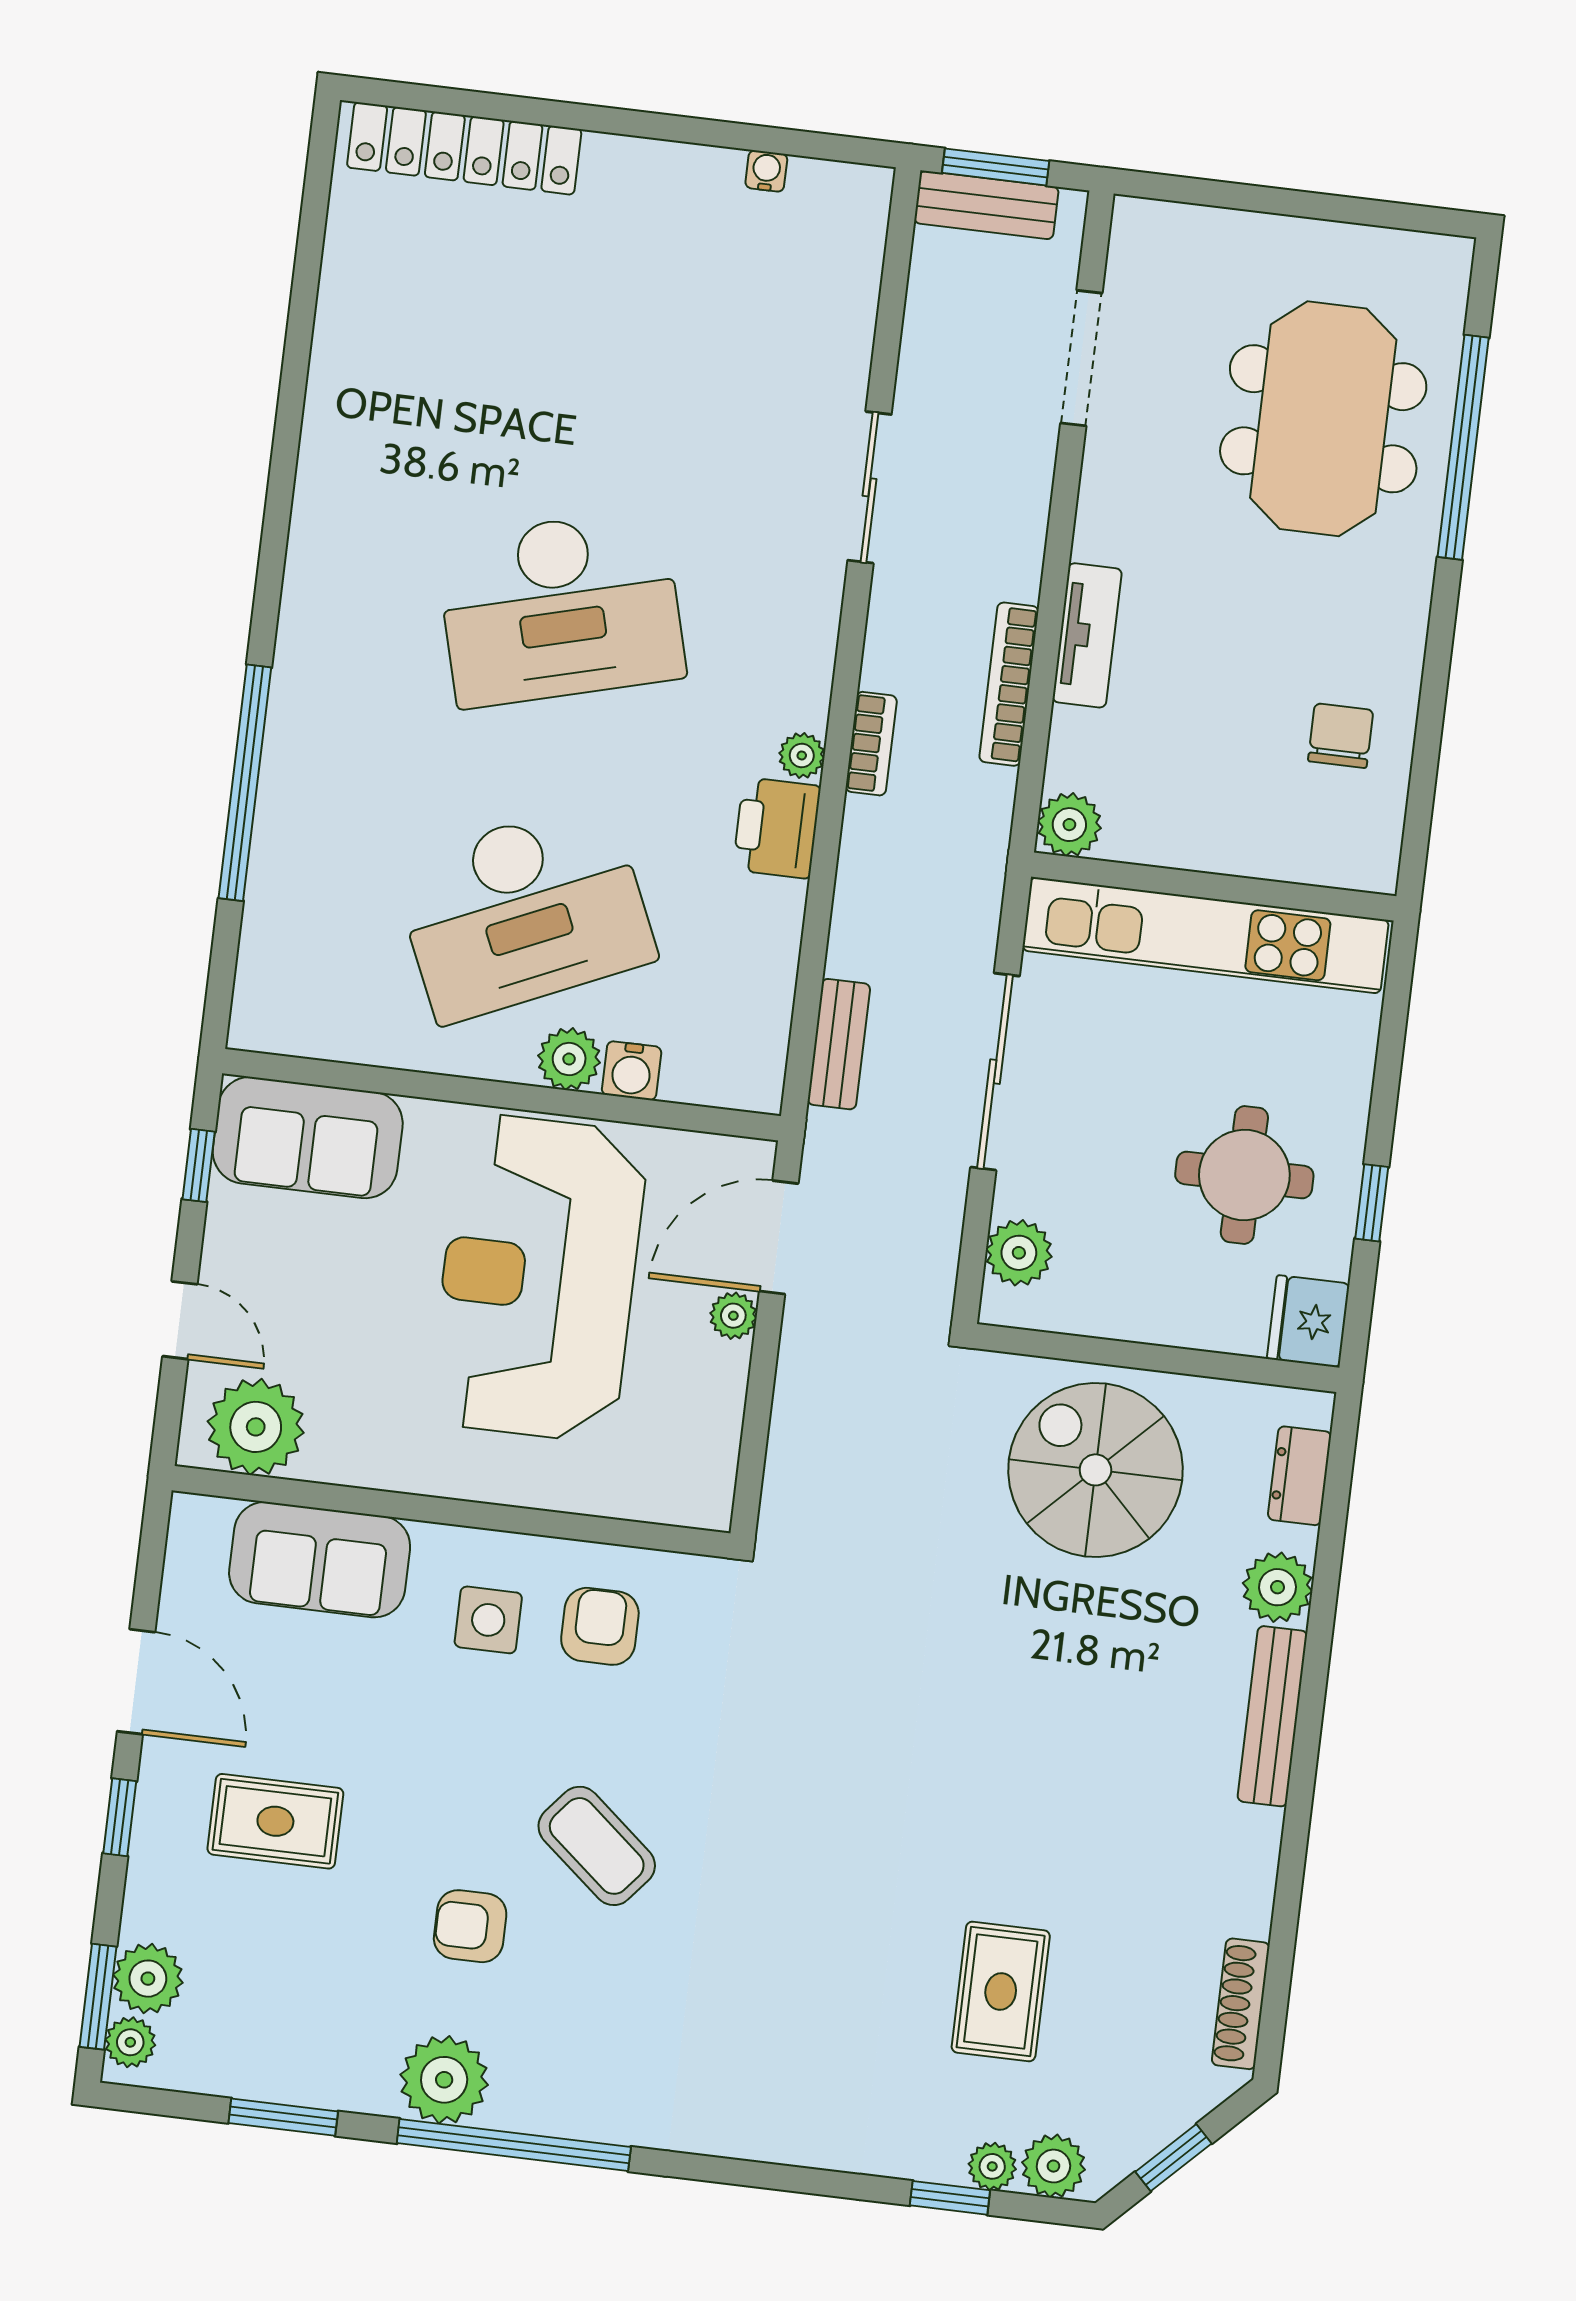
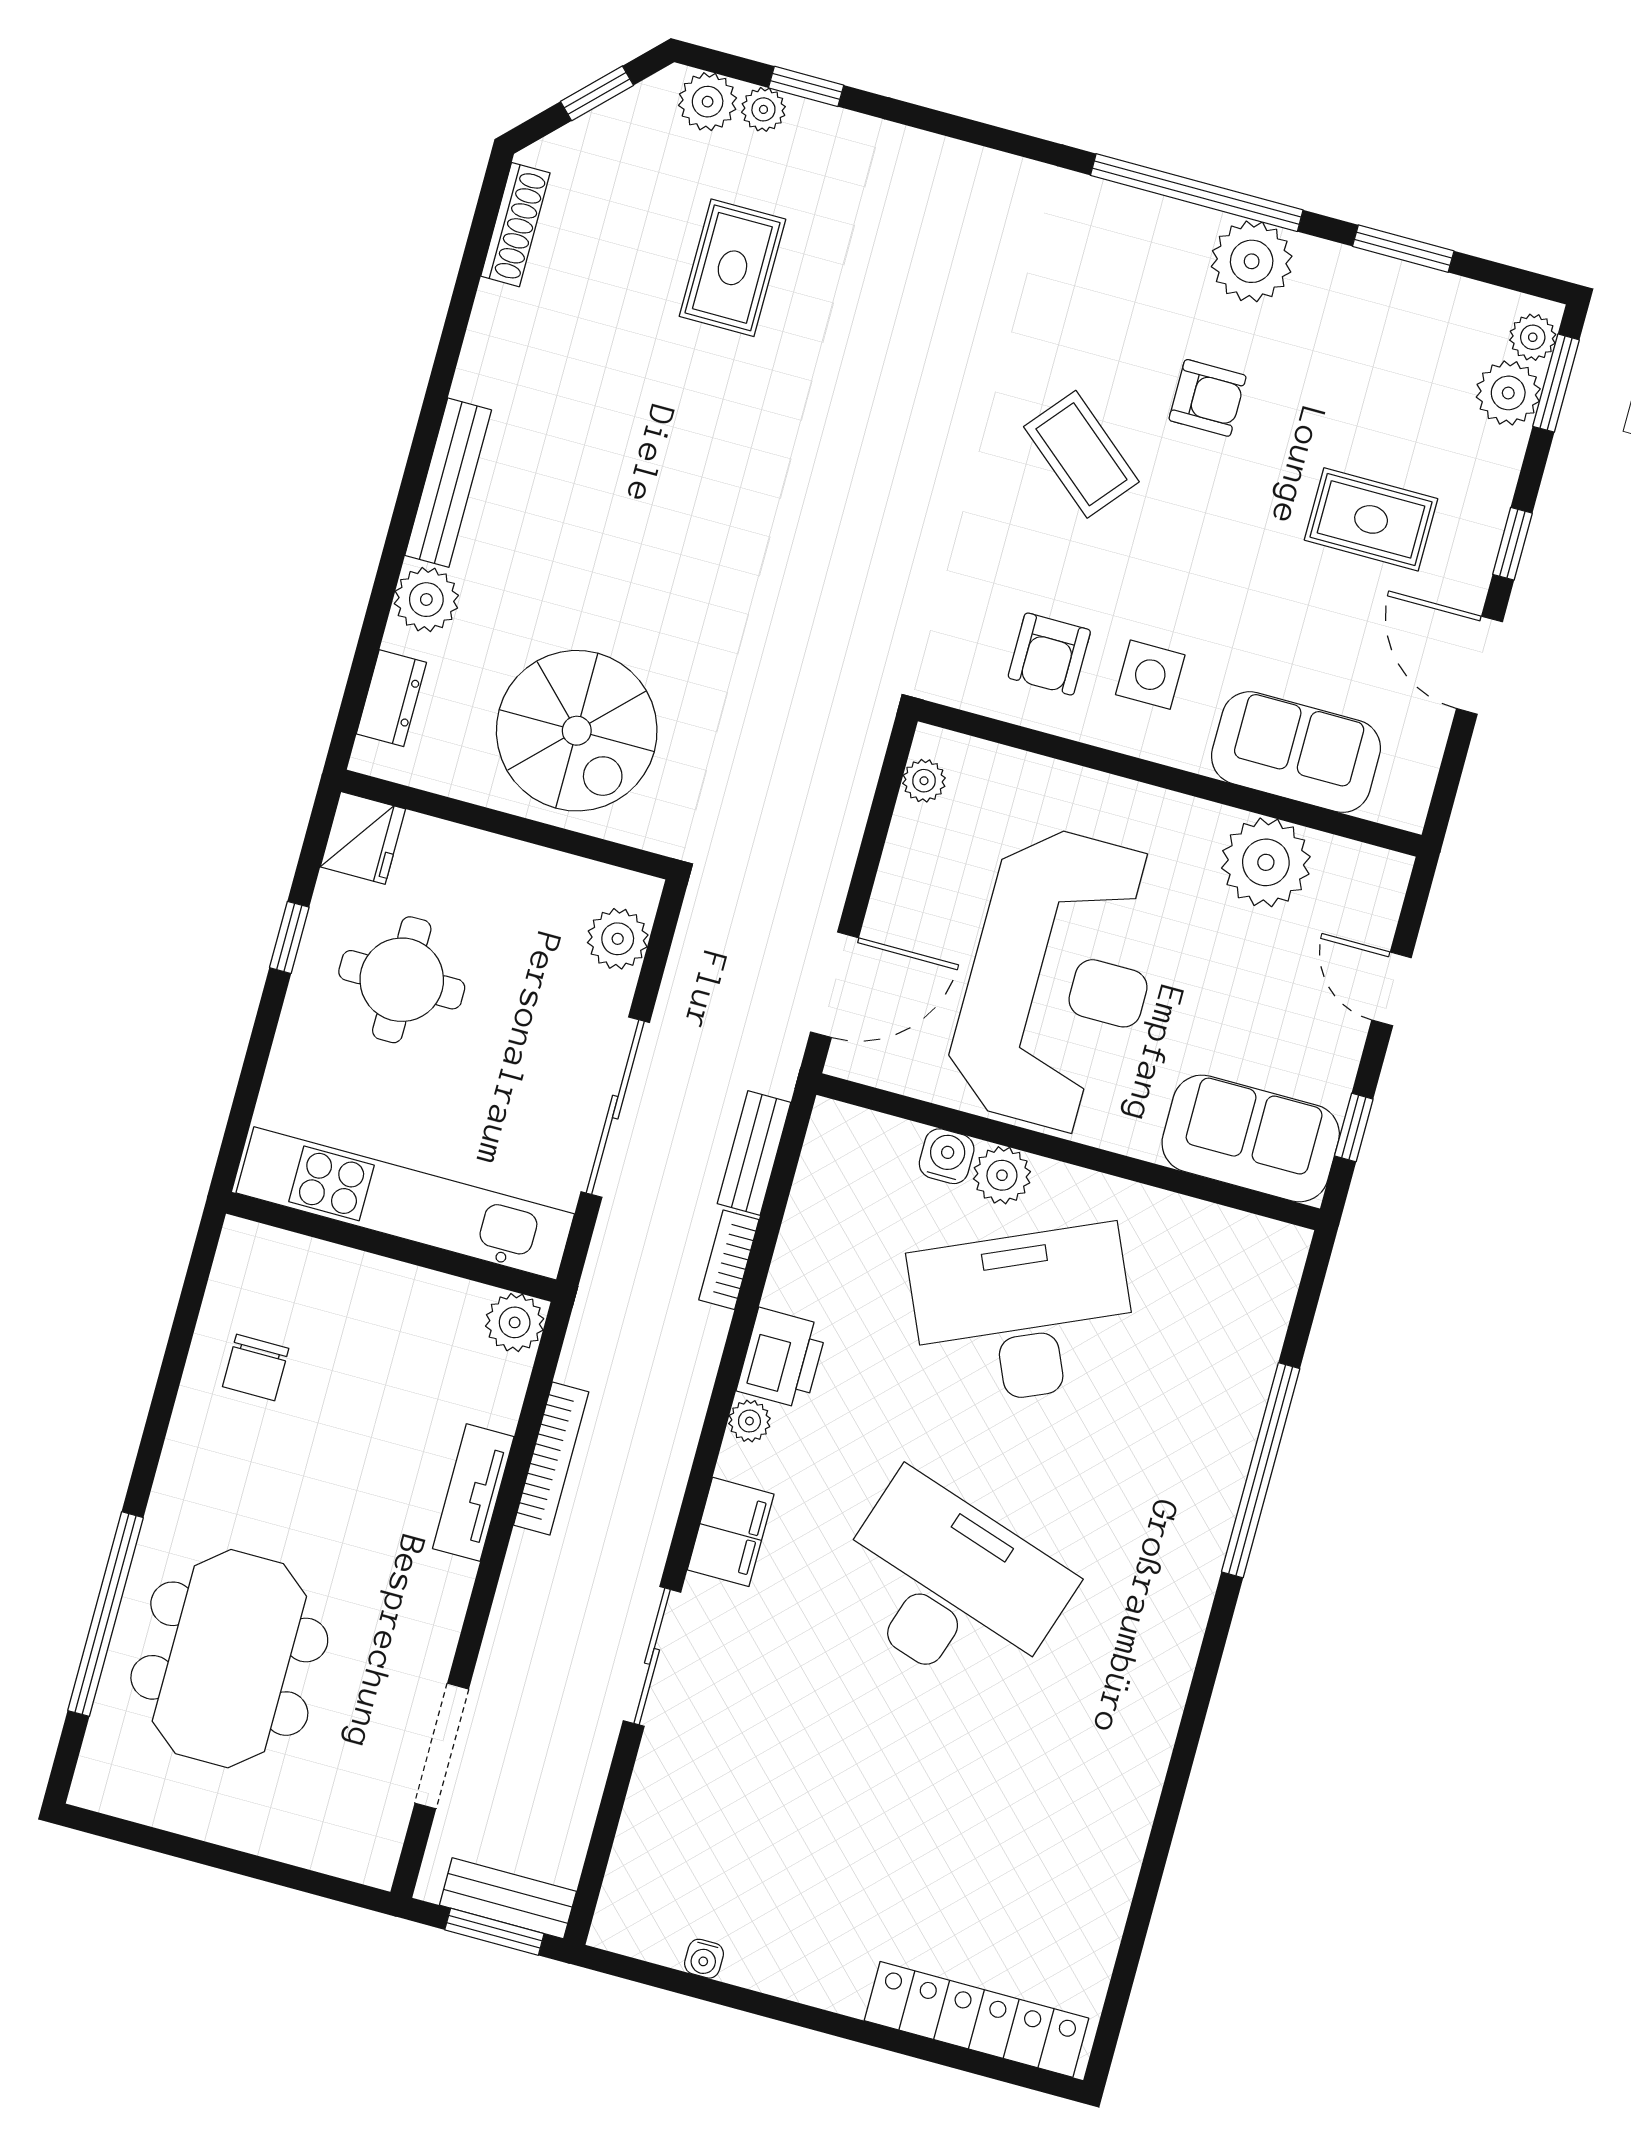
desk: (560, 608) -> (950, 1588), turned 33
filing cabinet: (805, 633) -> (731, 1532), added
bookcase: (871, 744) -> (729, 1260), moved
plant: (733, 1316) -> (924, 781), moved
plant: (256, 1427) -> (1266, 862), moved

